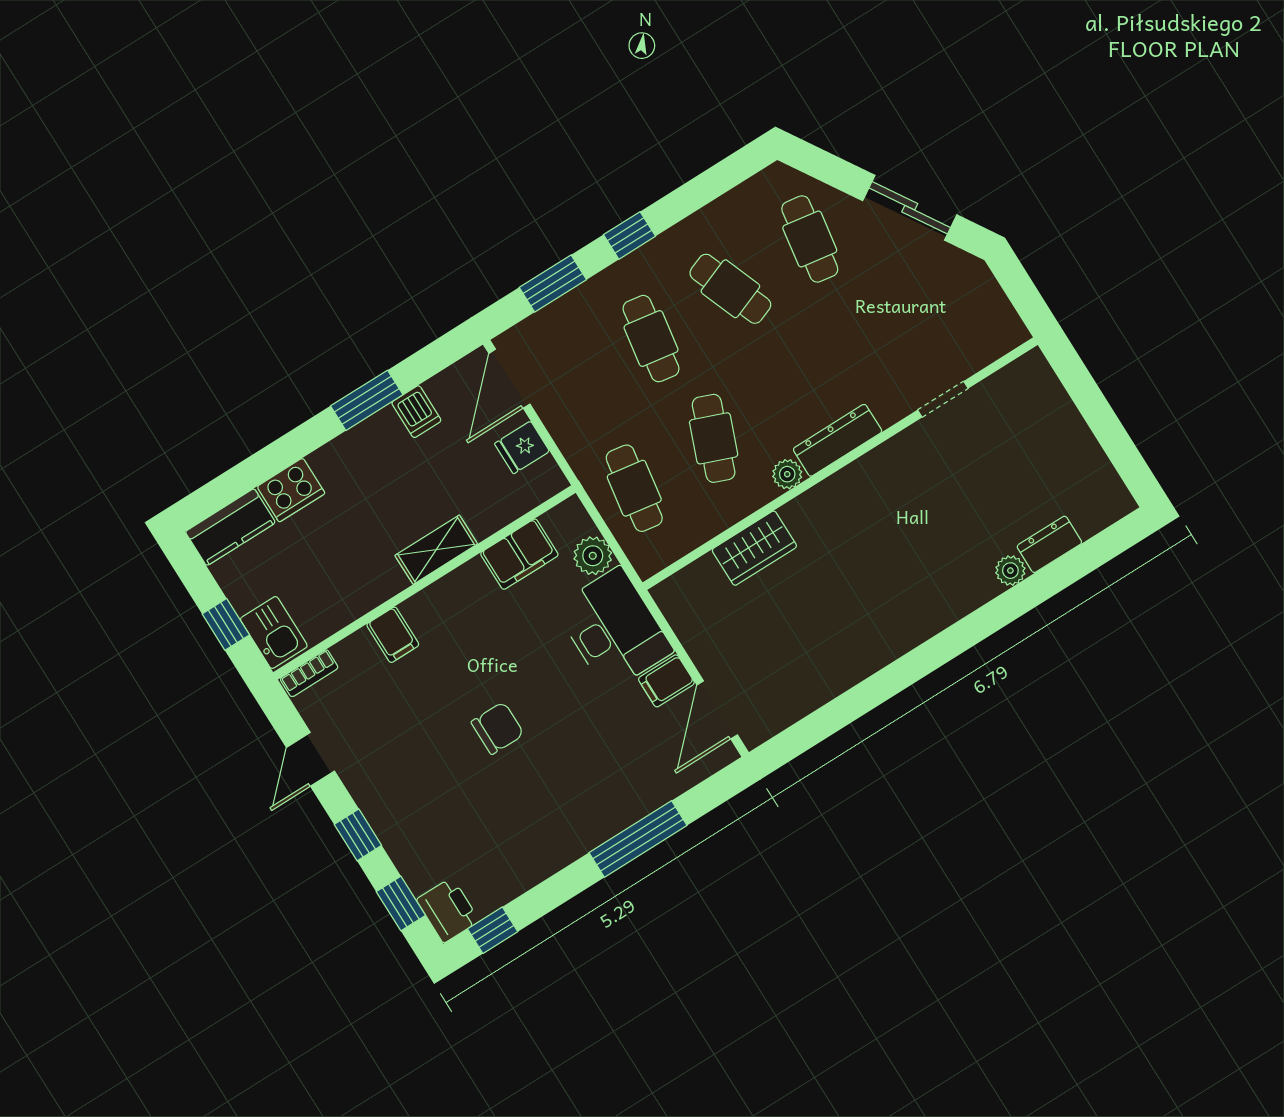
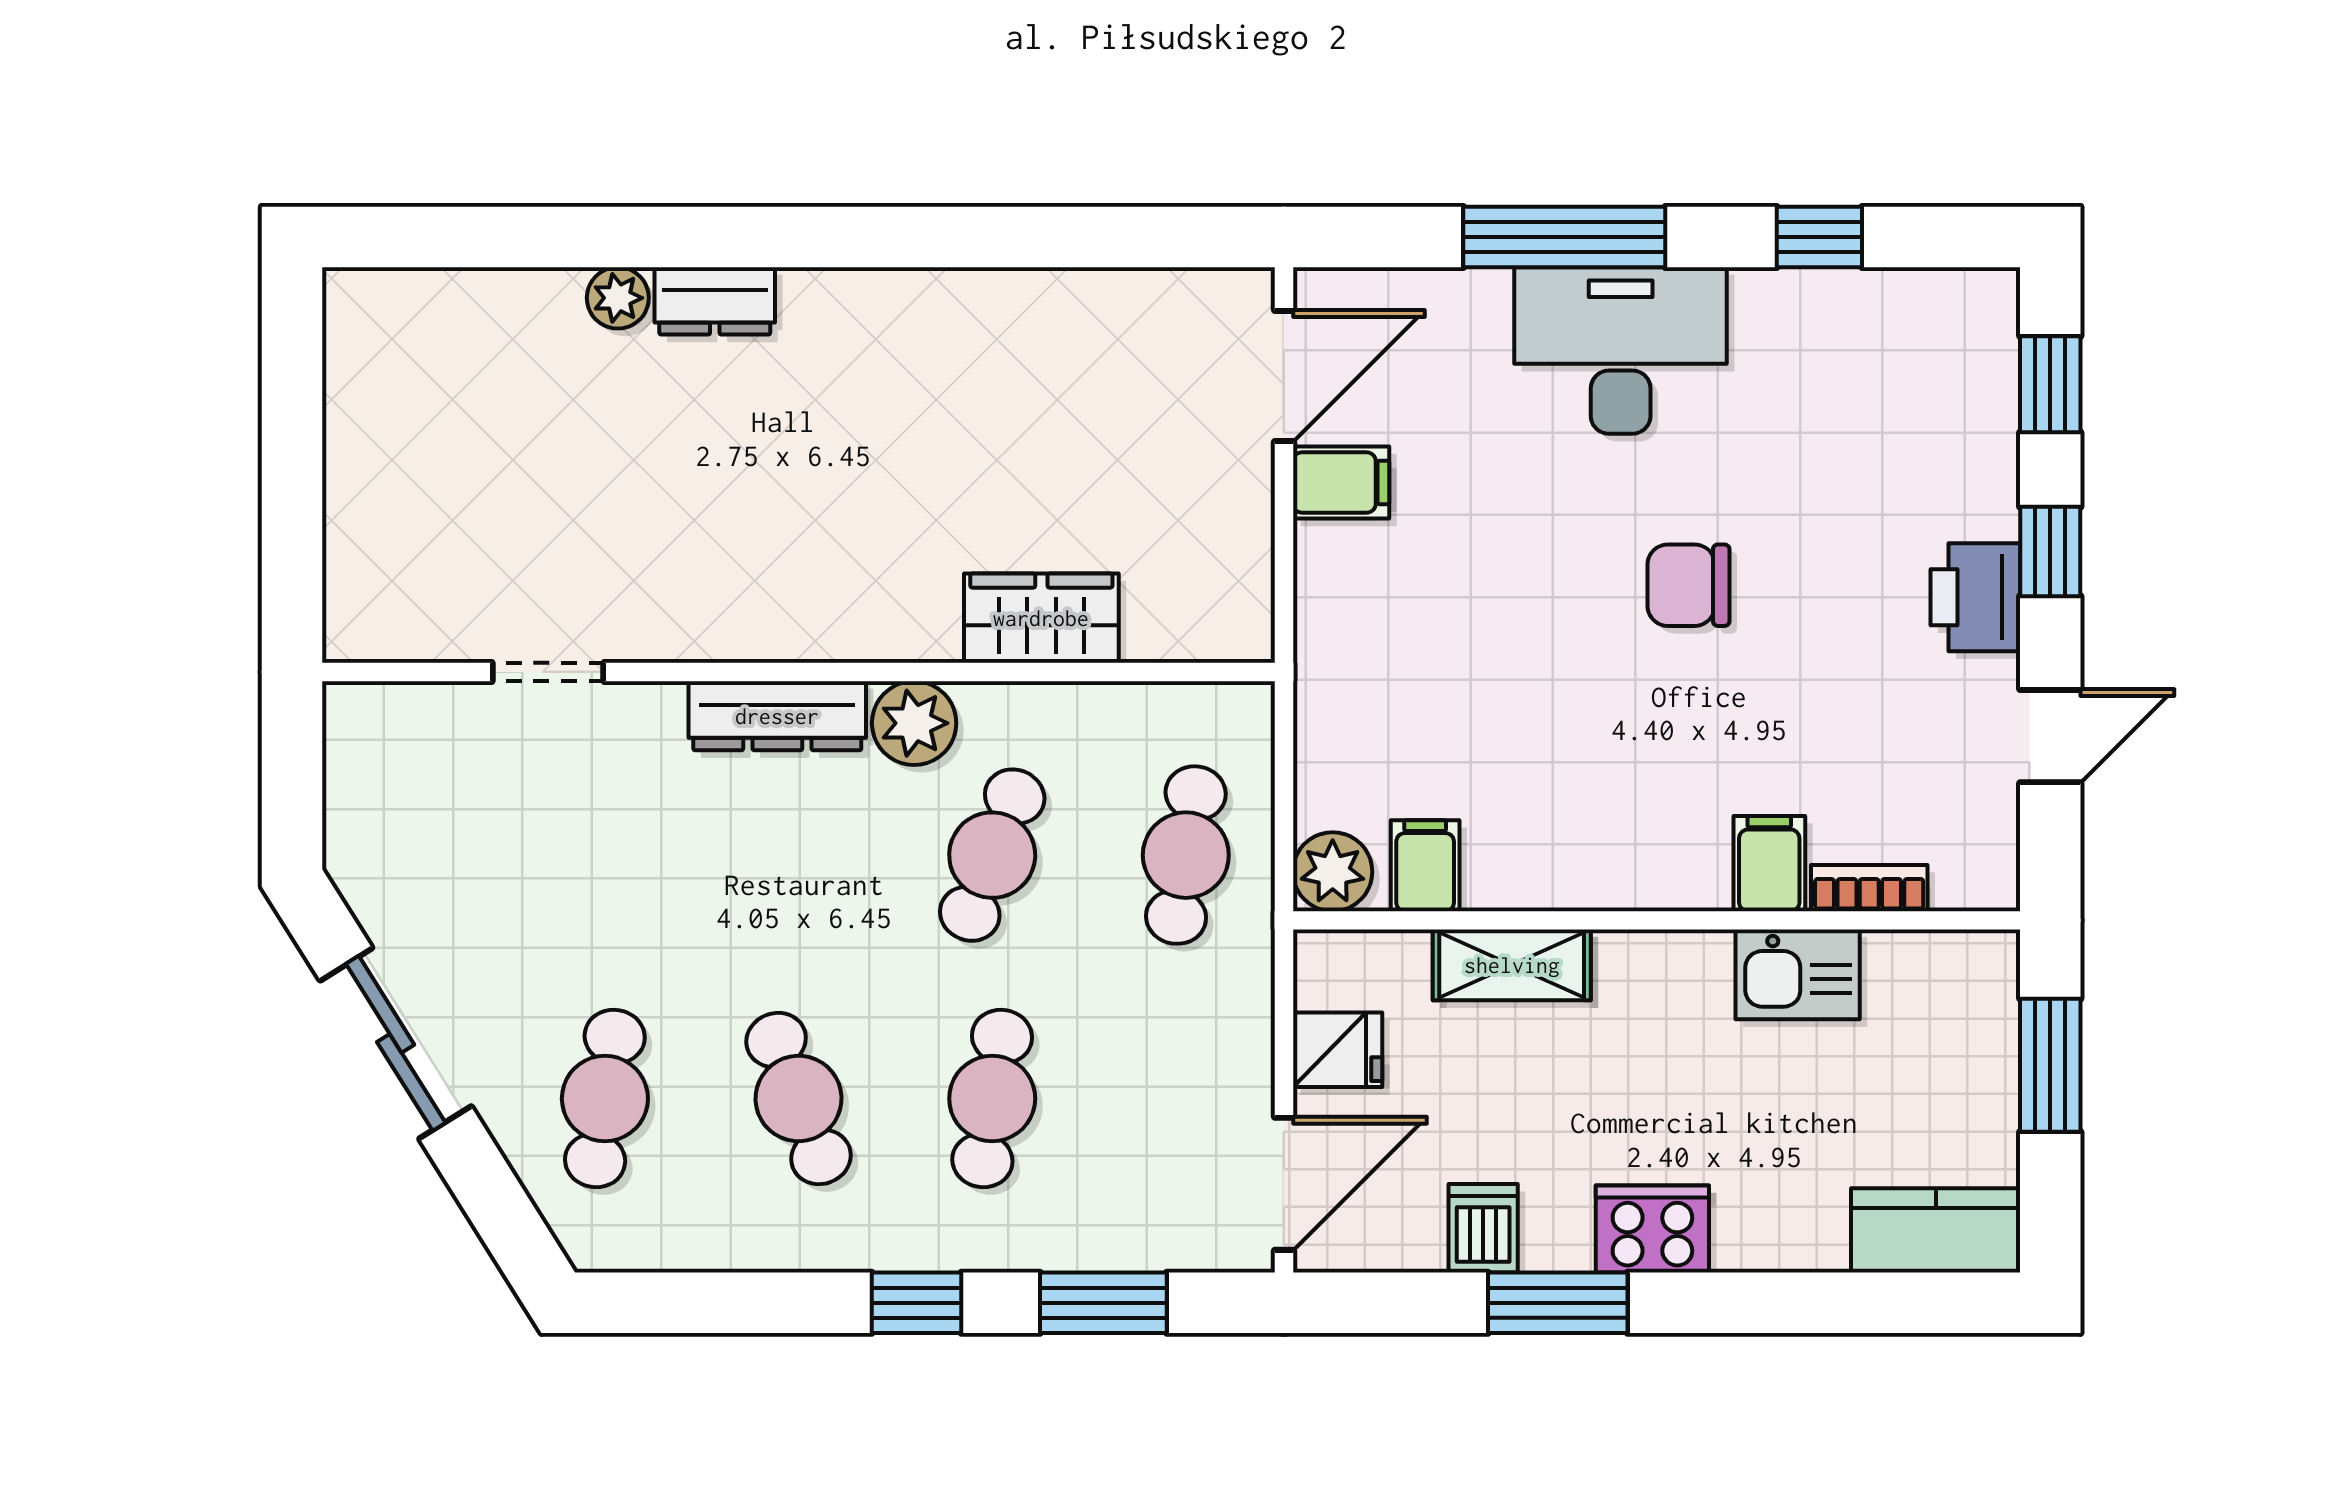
plant: (787, 474) -> (914, 723), width x1.38, depth x1.38
cooker: (291, 490) -> (1652, 1229), moved
dresser: (1049, 544) -> (715, 301), moved
shelving: (436, 550) -> (1512, 965), moved
filing cabinet: (519, 554) -> (1425, 866), width x0.50
plant: (593, 556) -> (1333, 872), moved
window: (226, 624) -> (2050, 1065), width x1.50
desk: (614, 629) -> (1621, 350), moved, turned 90
kitchen sink: (274, 632) -> (1798, 974), moved, turned -90
bookcase: (309, 673) -> (1869, 888), moved
printer: (448, 910) -> (1975, 597), moved
window: (493, 930) -> (1819, 237), moved

